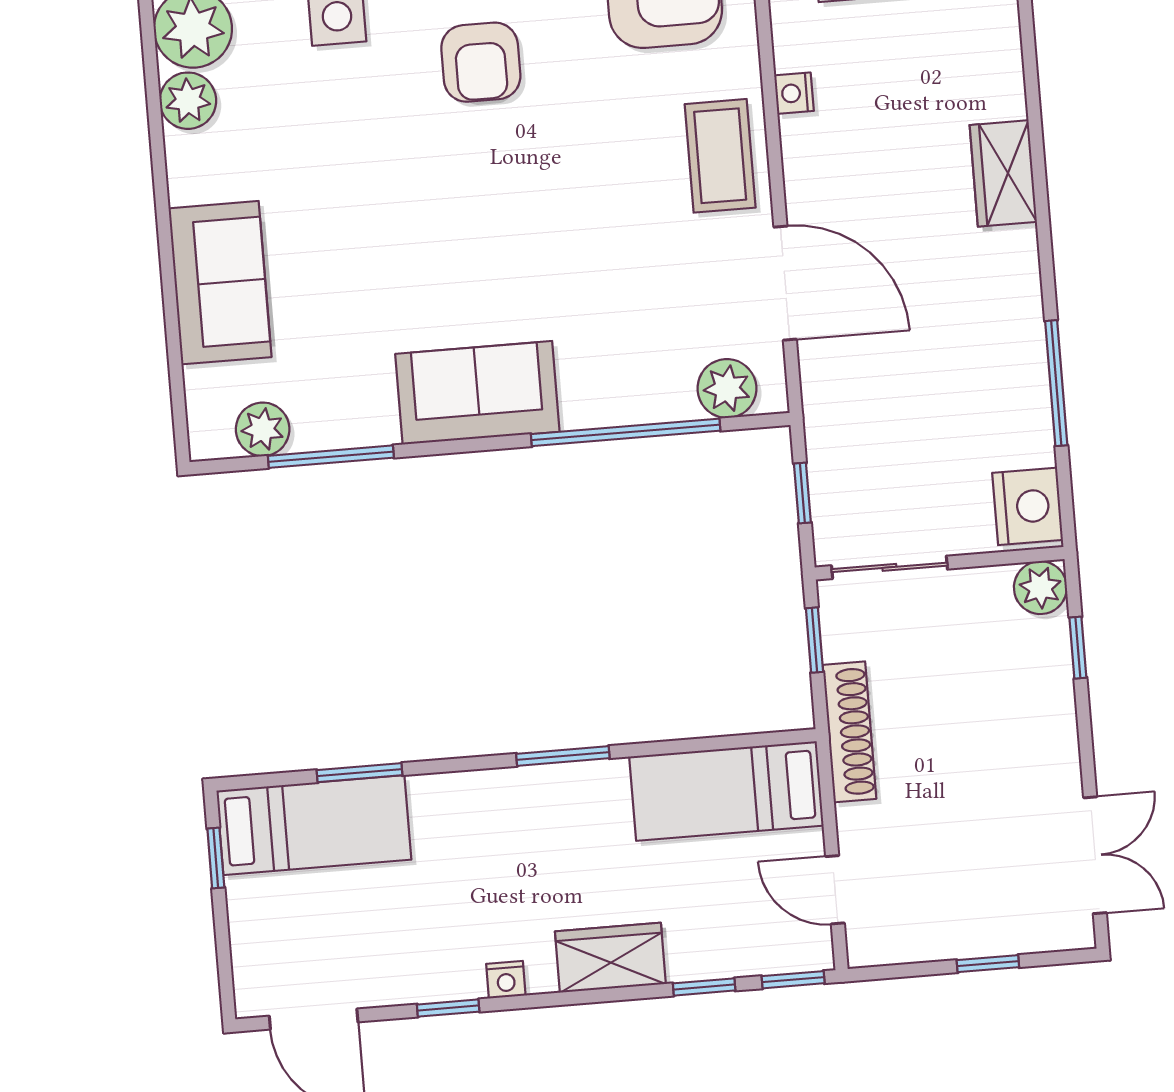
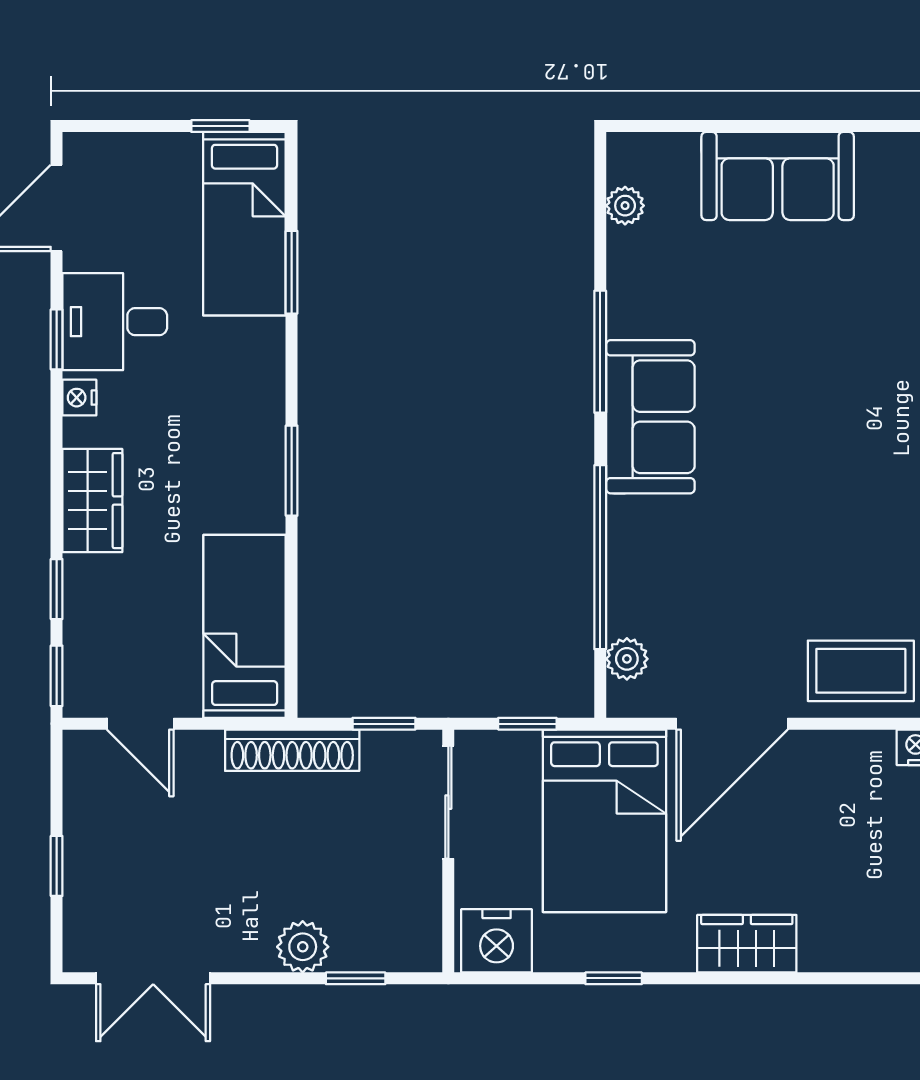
wardrobe: (1003, 173) -> (747, 944), moved
window: (1056, 383) -> (614, 978), width x0.46
plant: (727, 388) -> (627, 659), width x0.73, depth x0.73
bed: (895, 406) -> (604, 821), added
plant: (263, 429) -> (625, 206), width x0.73, depth x0.73
window: (331, 457) -> (600, 352), moved
plant: (1040, 588) -> (303, 947), moved
door: (835, 890) -> (140, 724), swing flipped
desk: (425, 950) -> (115, 322), added

